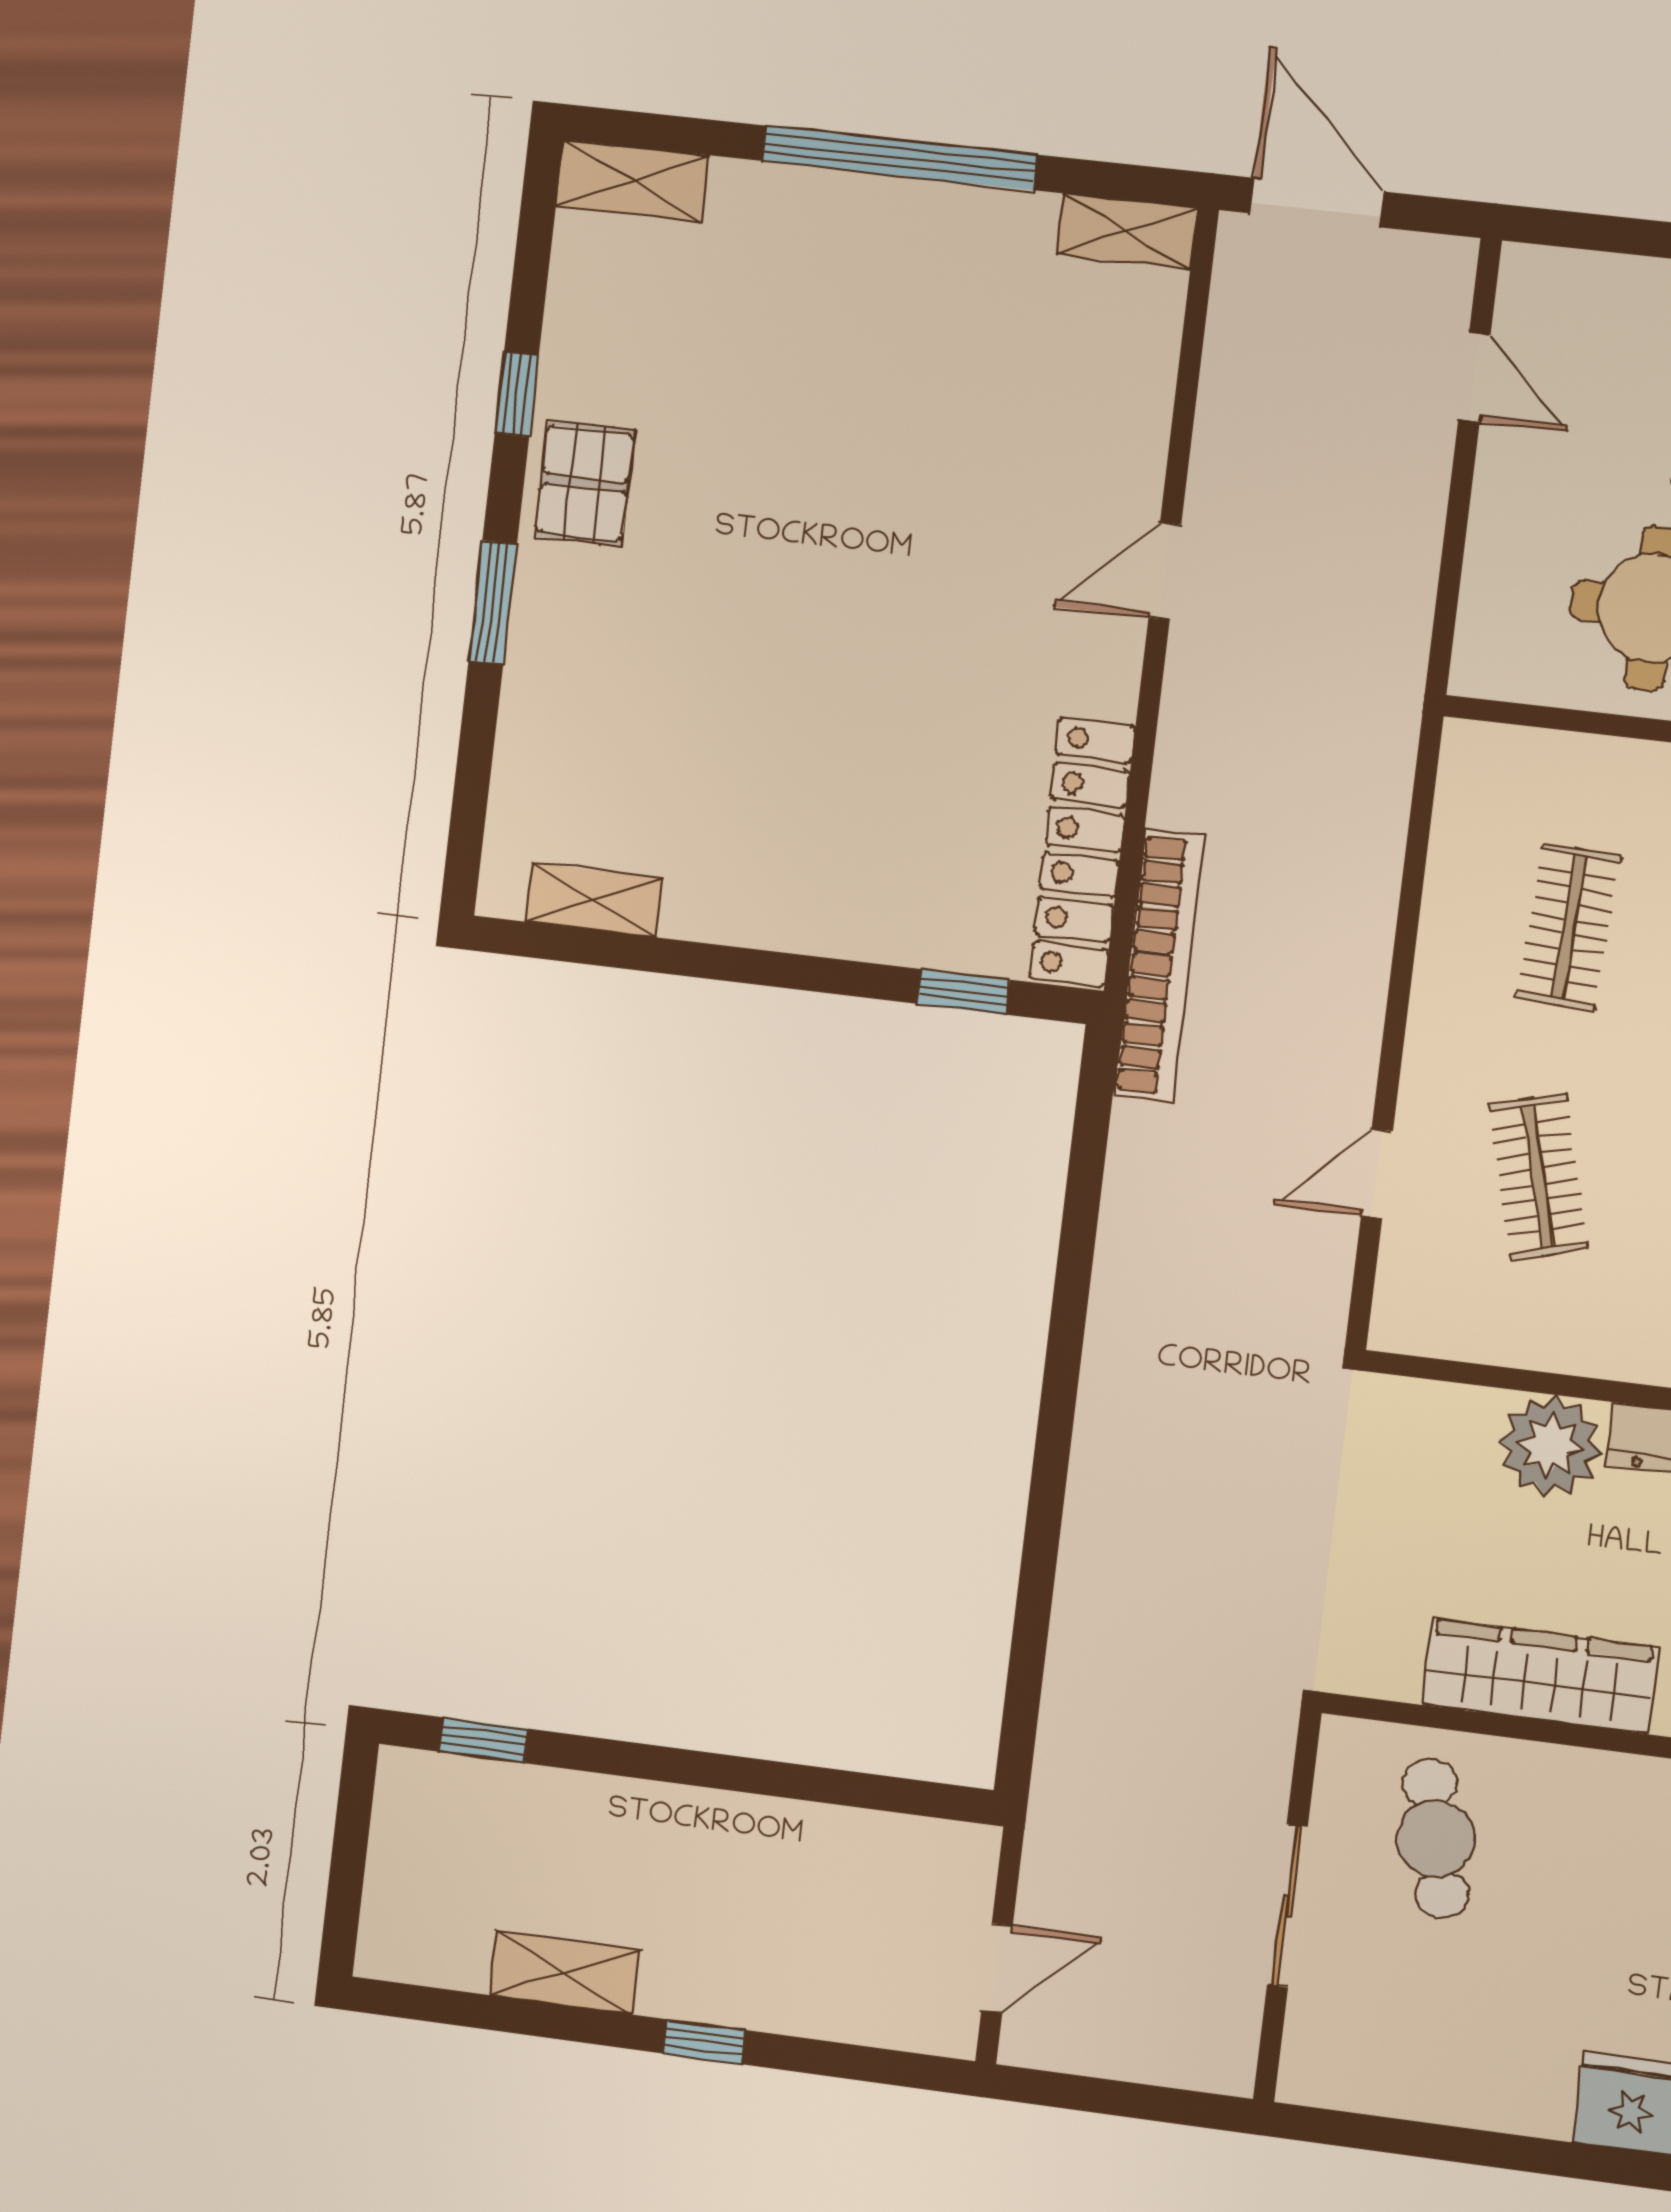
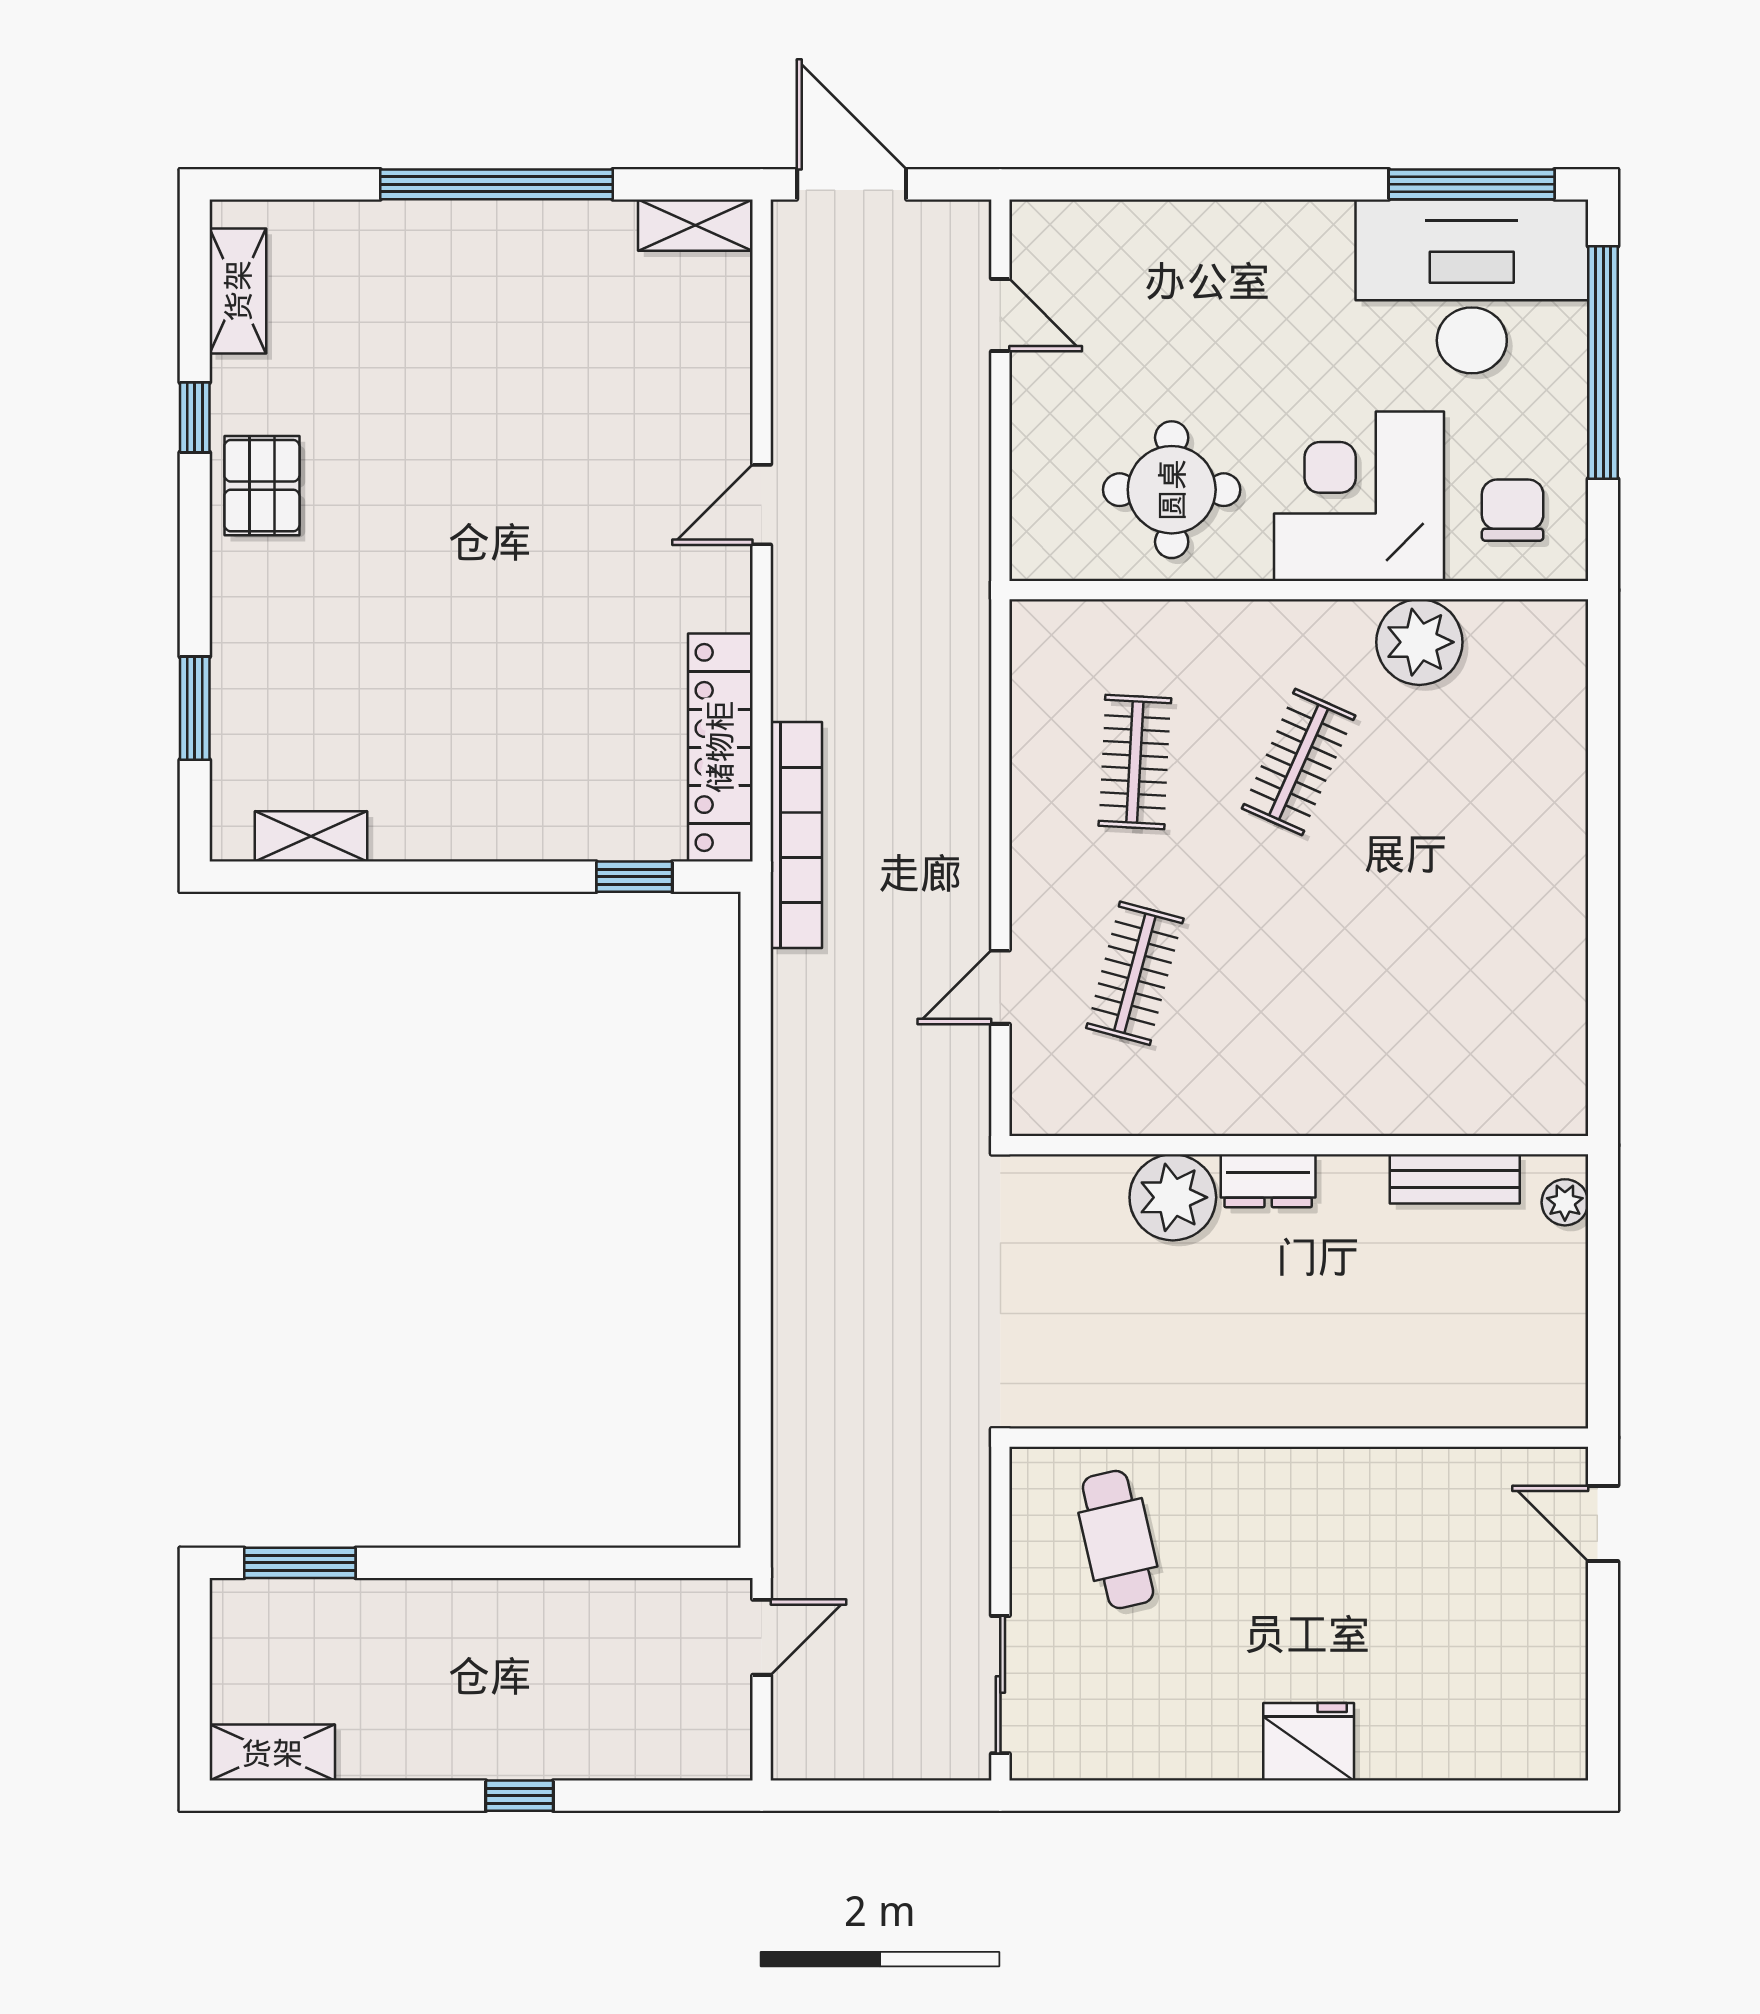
shelving: (632, 181) -> (238, 291), moved, turned 90
window: (493, 602) -> (195, 708), moved
clothes rail: (1538, 1177) -> (1135, 973), turned 30
wardrobe: (1540, 1676) -> (1188, 1392), removed
window: (484, 1740) -> (300, 1563), width x1.50
sliding door: (1287, 1906) -> (1000, 1685), moved
door: (997, 1968) -> (762, 1637), moved
shelving: (565, 1972) -> (272, 1753), moved

